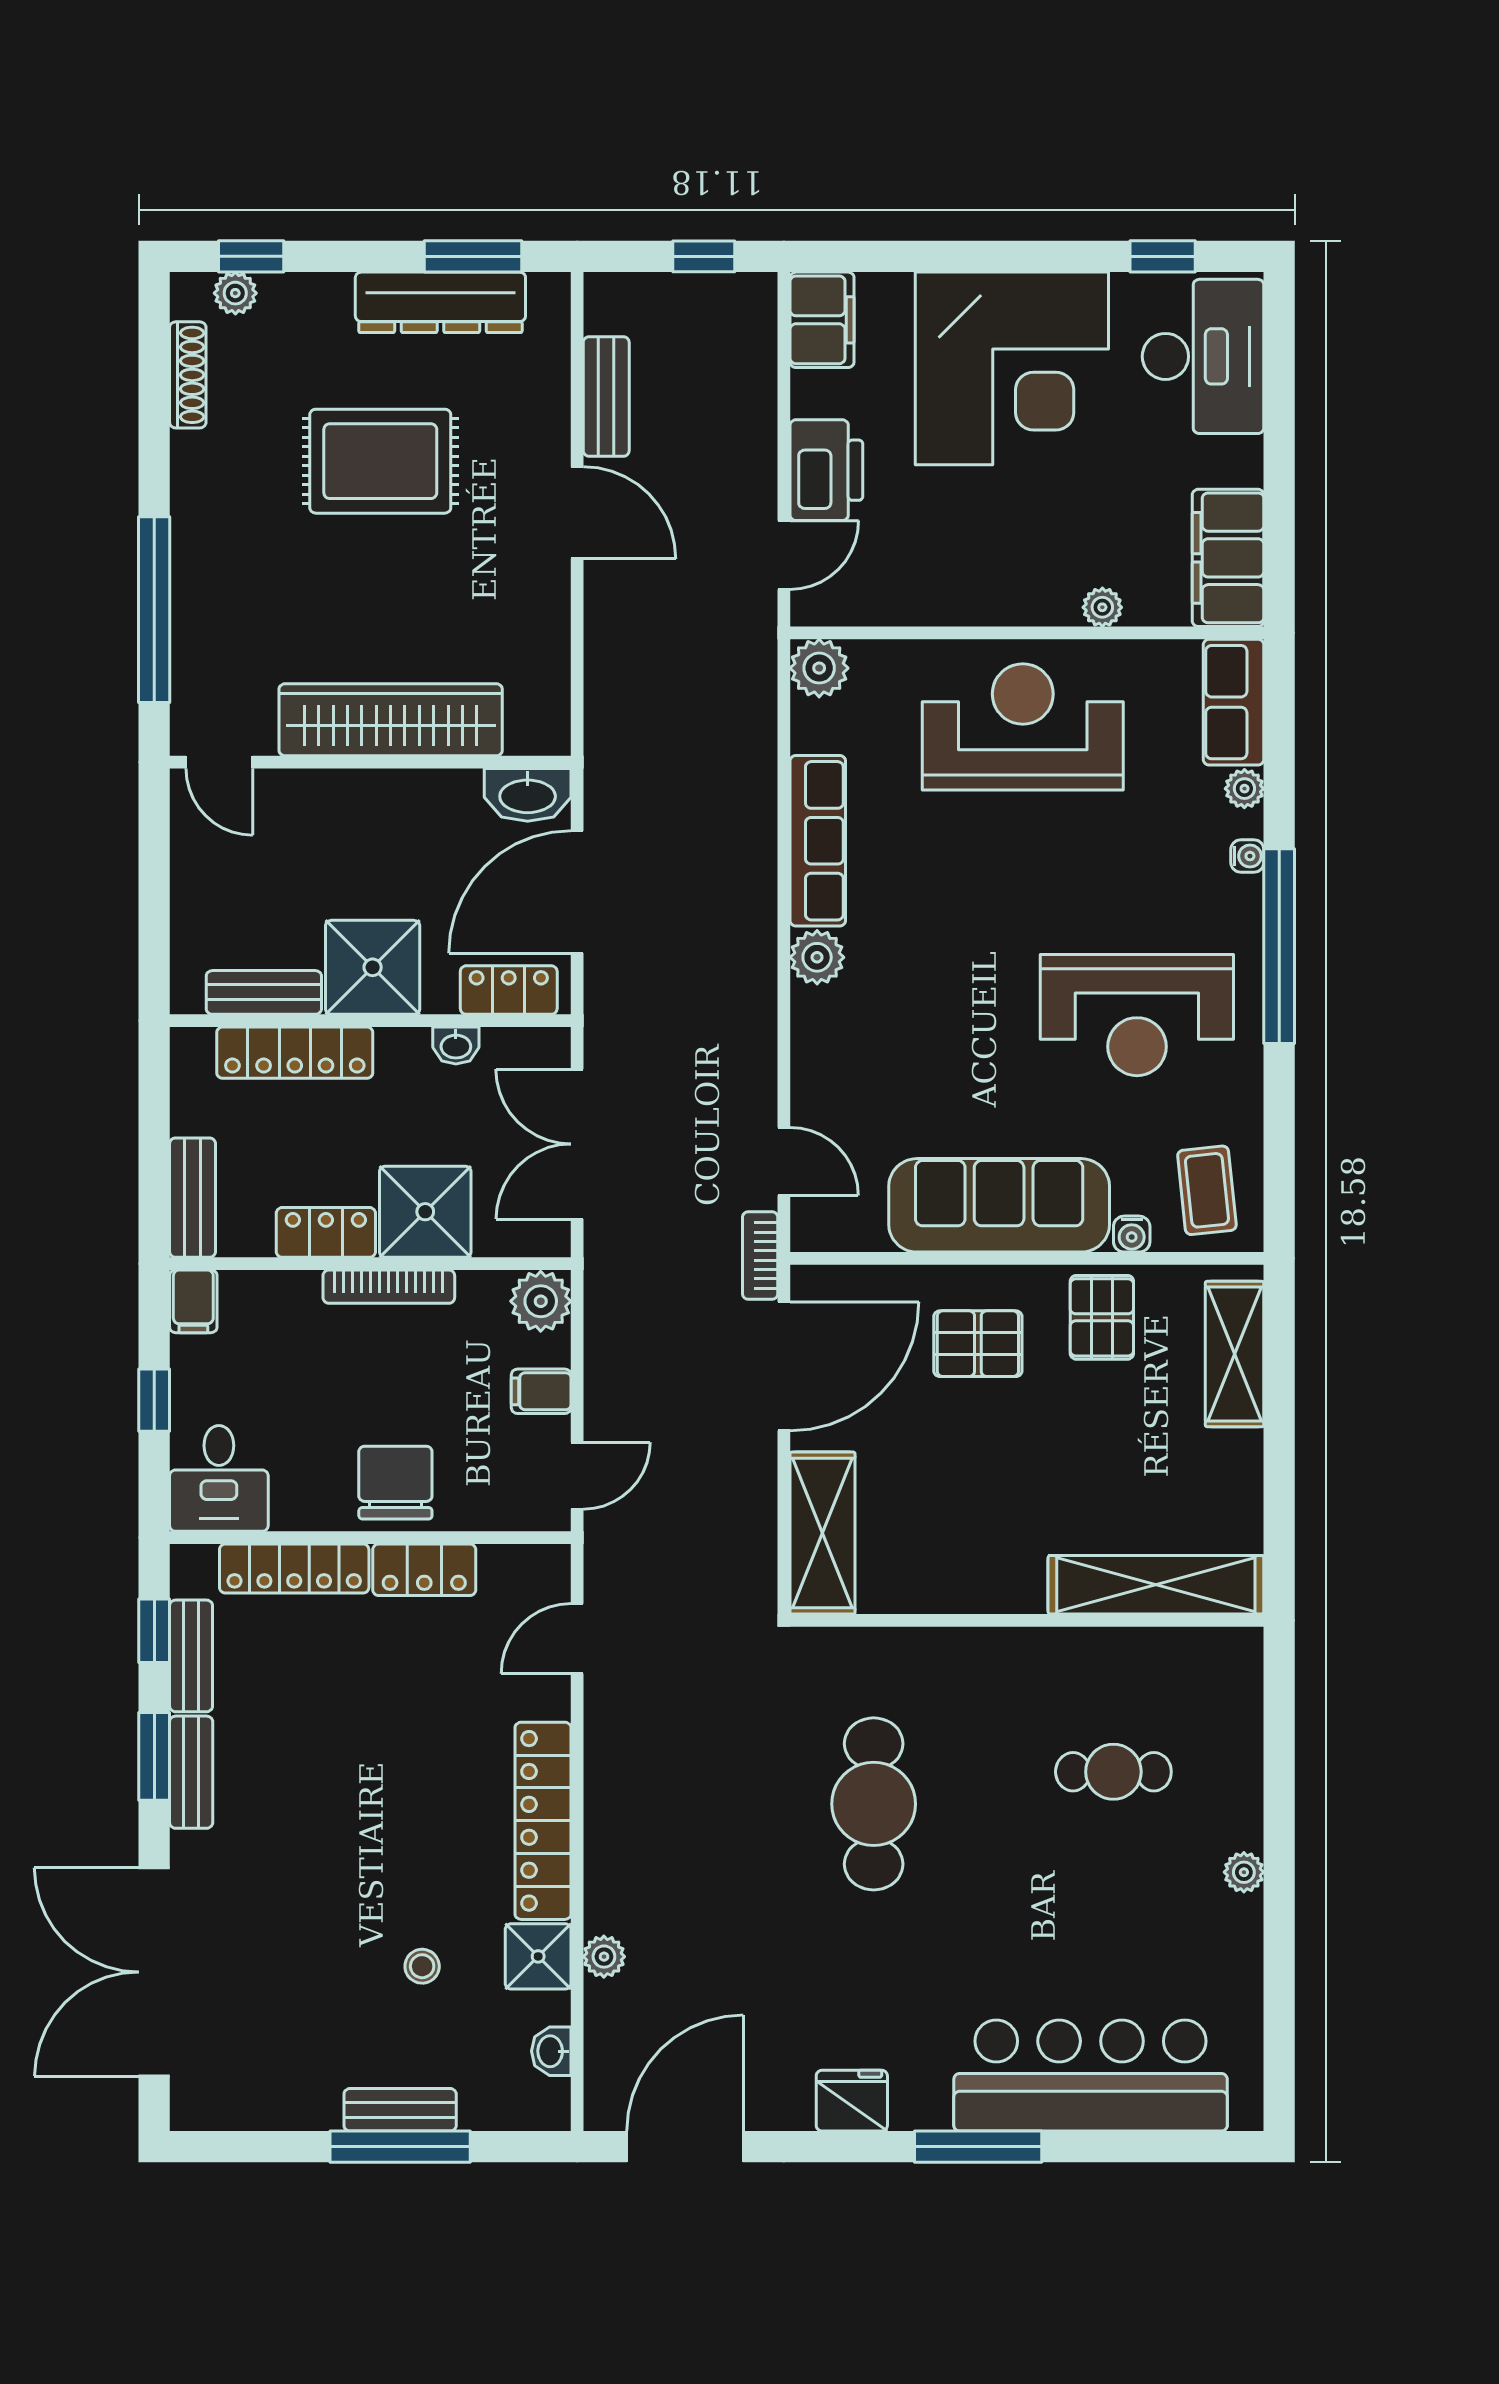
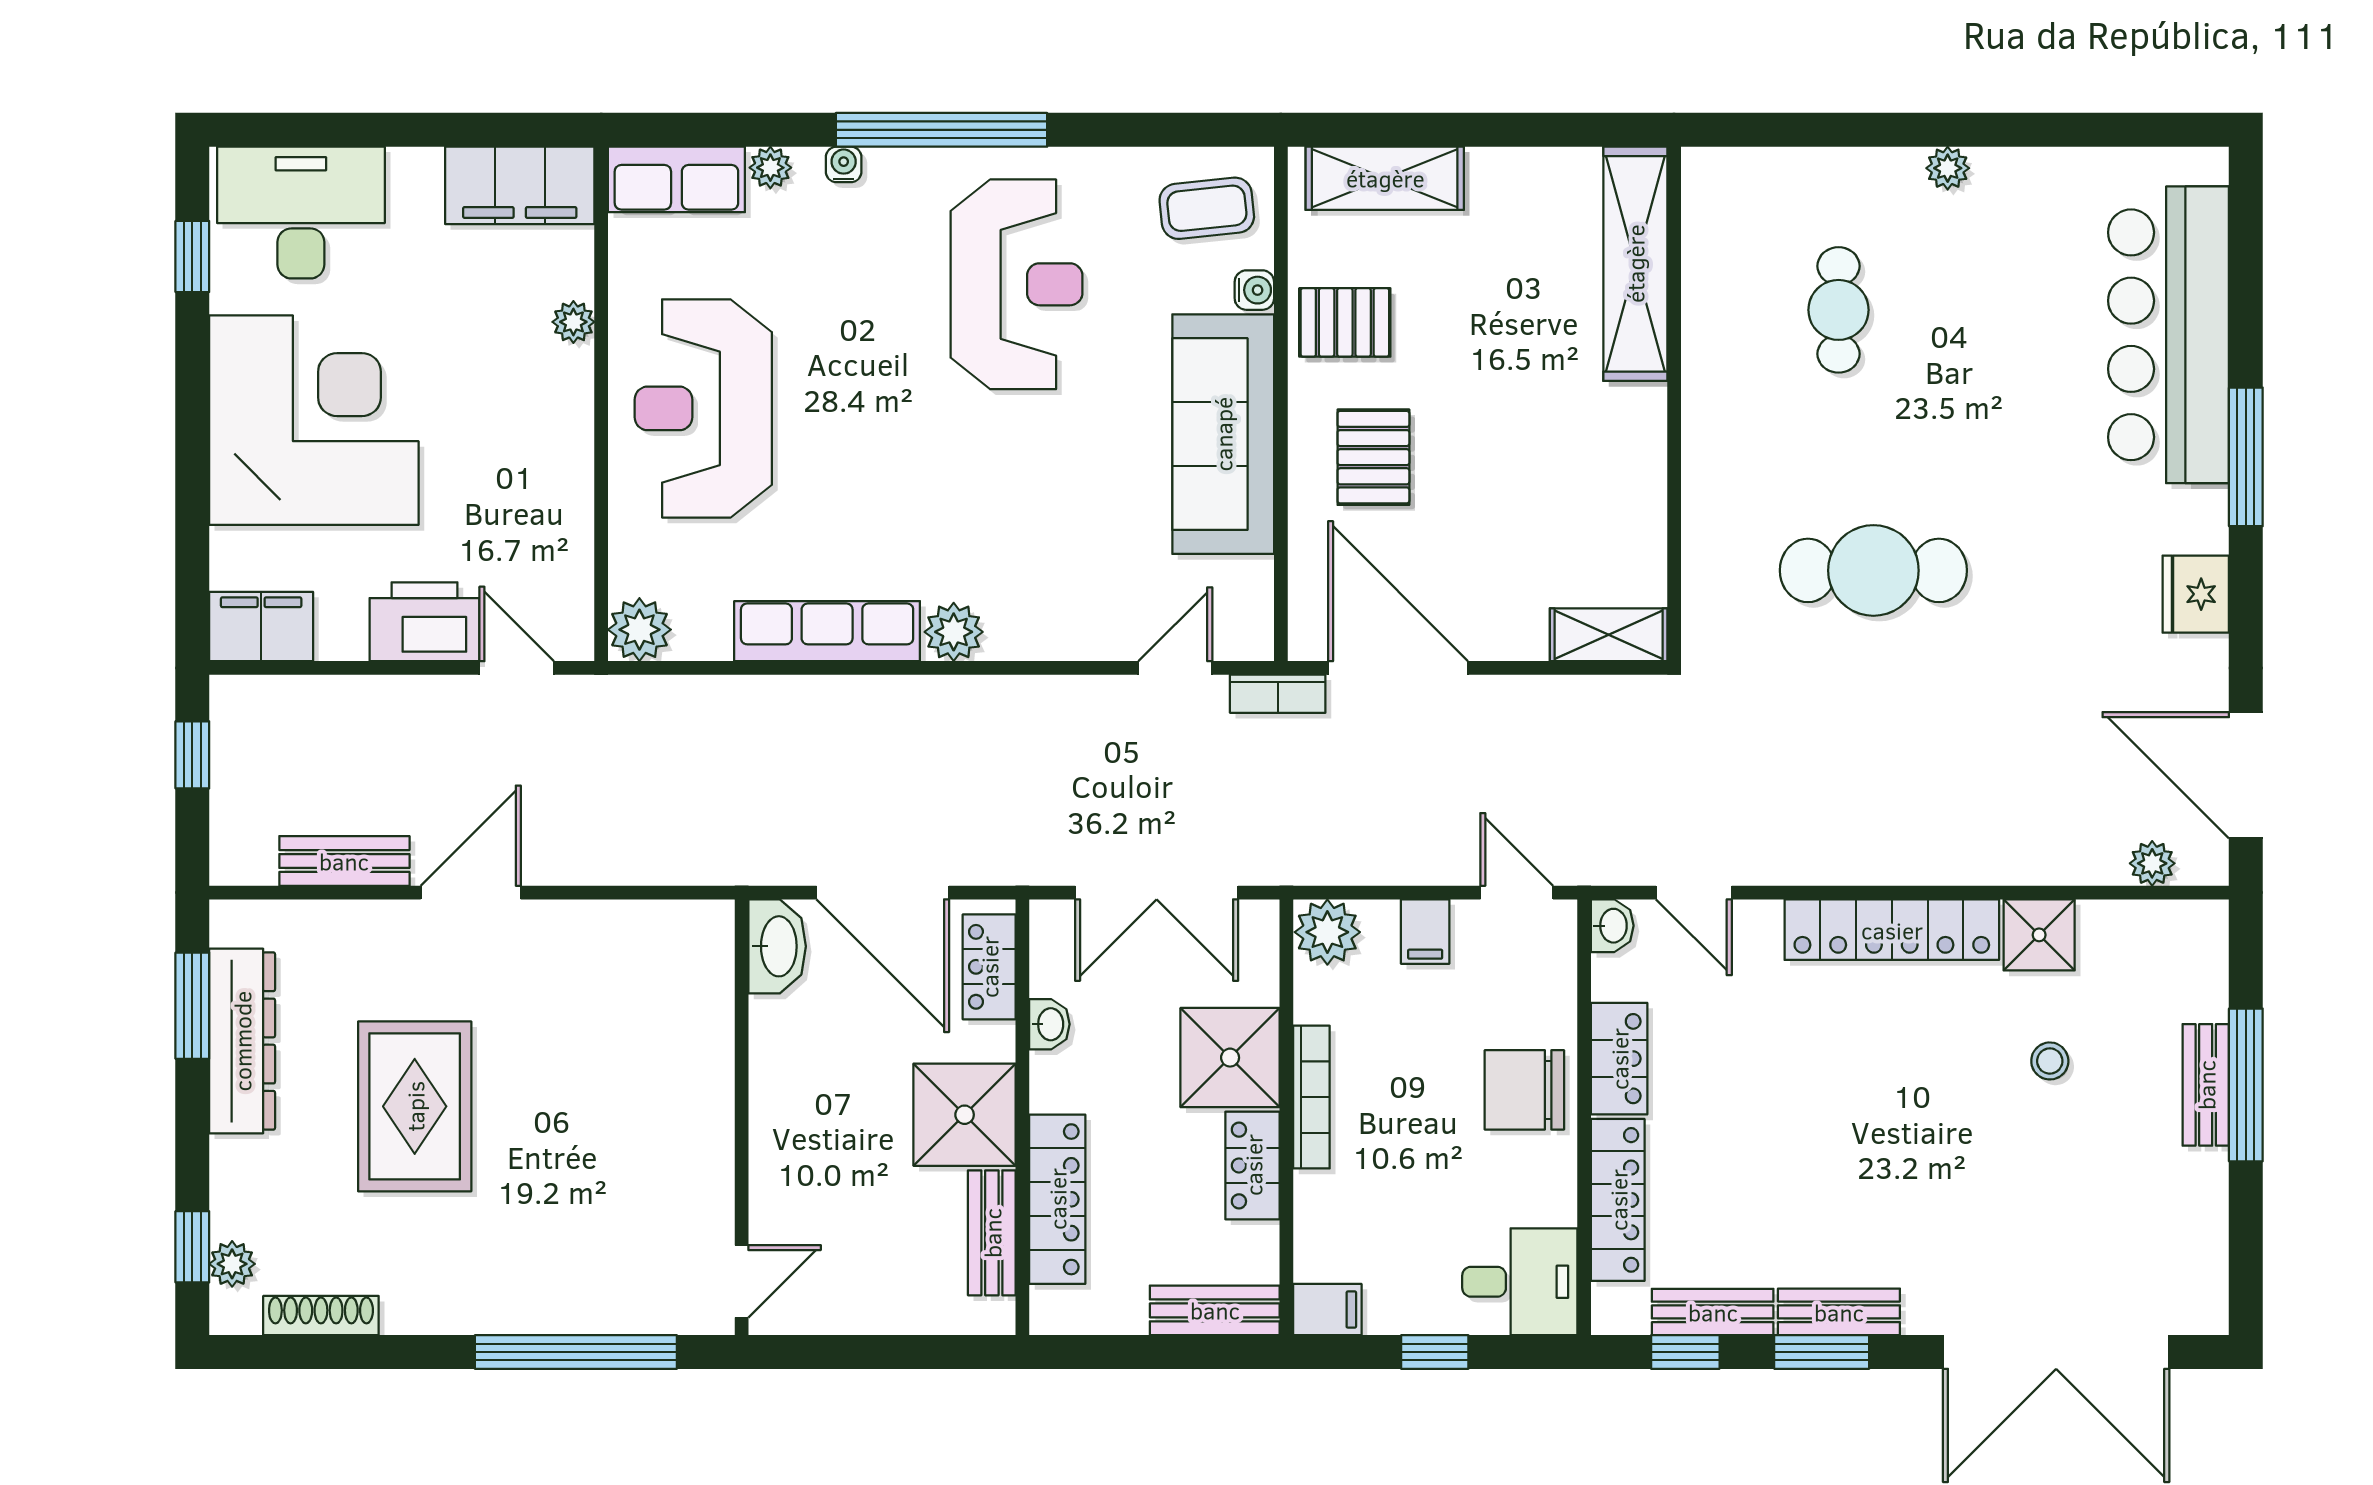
wardrobe: (391, 720) -> (696, 1095), removed
shelving: (823, 1533) -> (1609, 635), width x0.67, depth x0.75
plant: (604, 1957) -> (2152, 863), moved
washbasin: (551, 2051) -> (1612, 926), moved, turned -90

